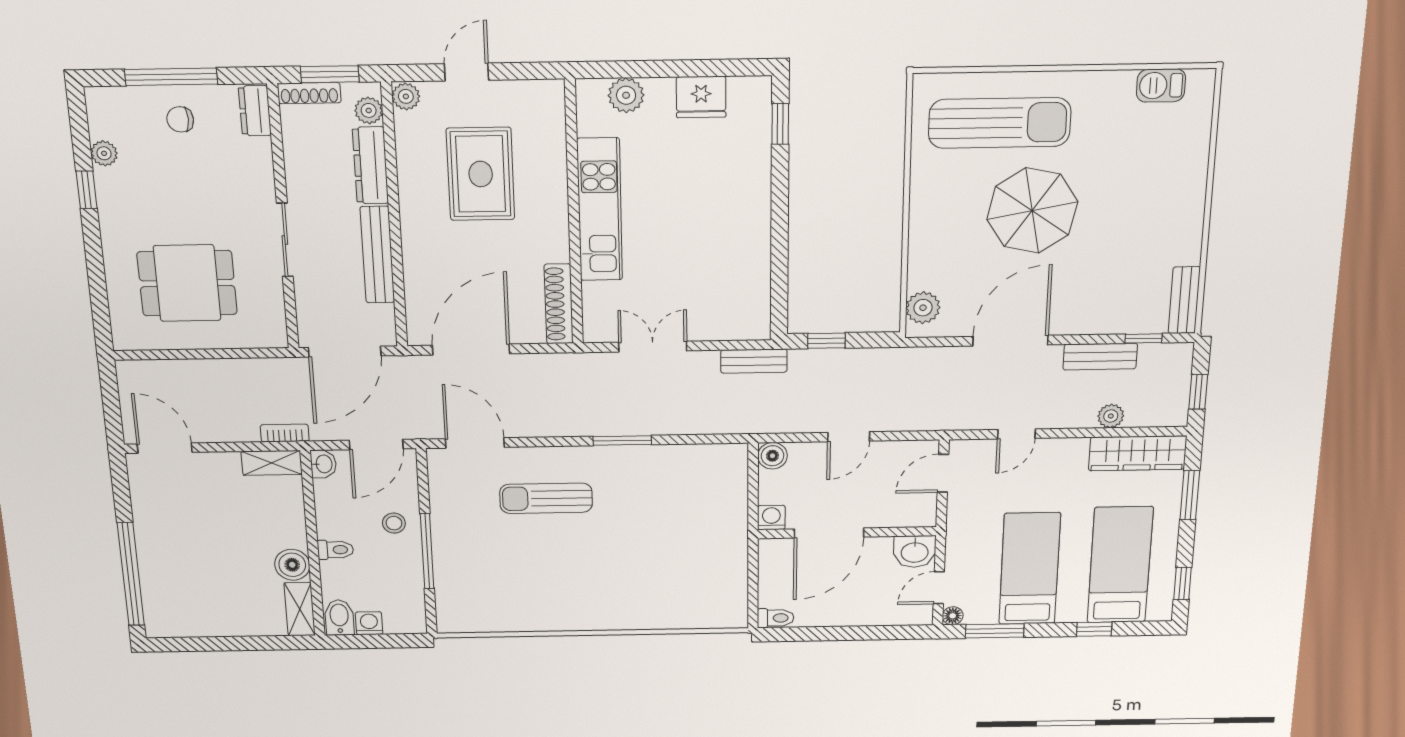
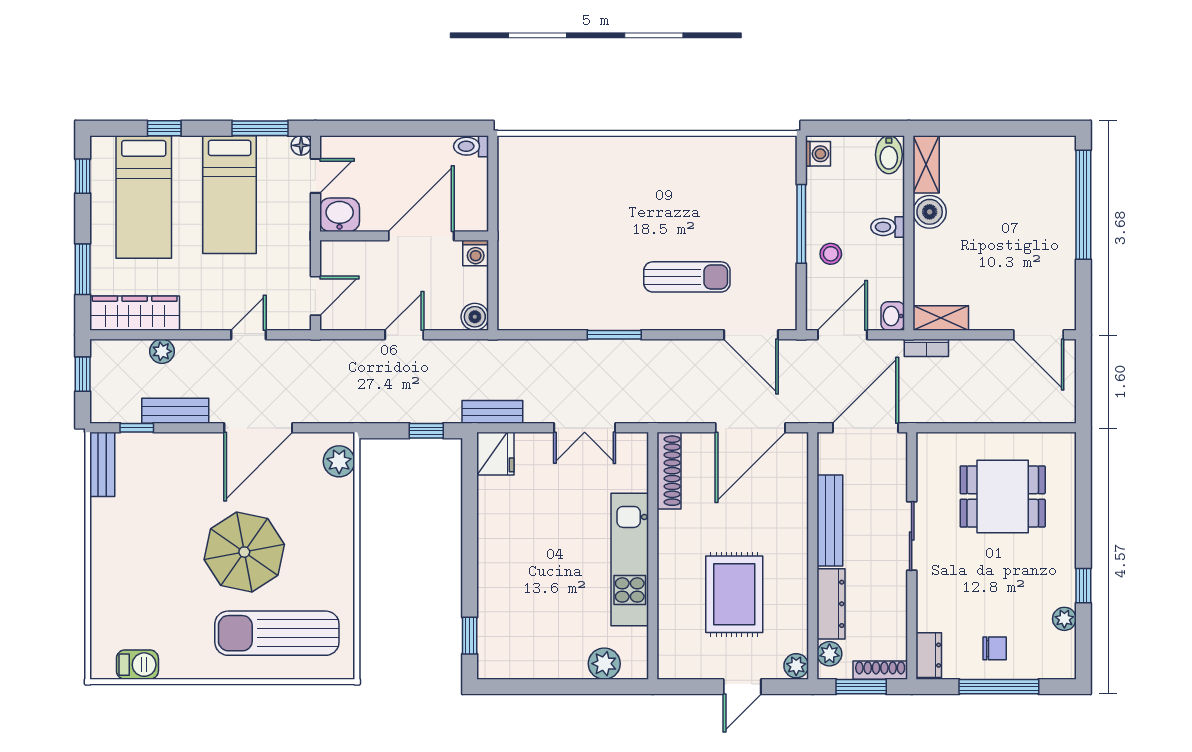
fridge: (701, 97) -> (495, 454), moved, turned 90
washing machine: (369, 623) -> (818, 154), moved, turned -90

